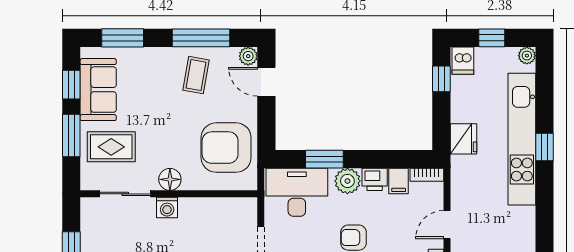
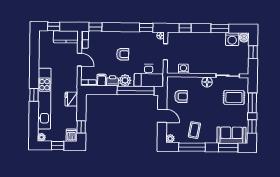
door: (266, 82) -> (162, 116), moved
sofa: (98, 90) -> (231, 135), moved, turned 90
armchair: (226, 148) -> (181, 96), width x0.53, depth x0.53
window: (324, 159) -> (136, 91), width x2.11
washing machine: (167, 208) -> (183, 69), moved
door: (447, 225) -> (79, 60), hinge flipped

